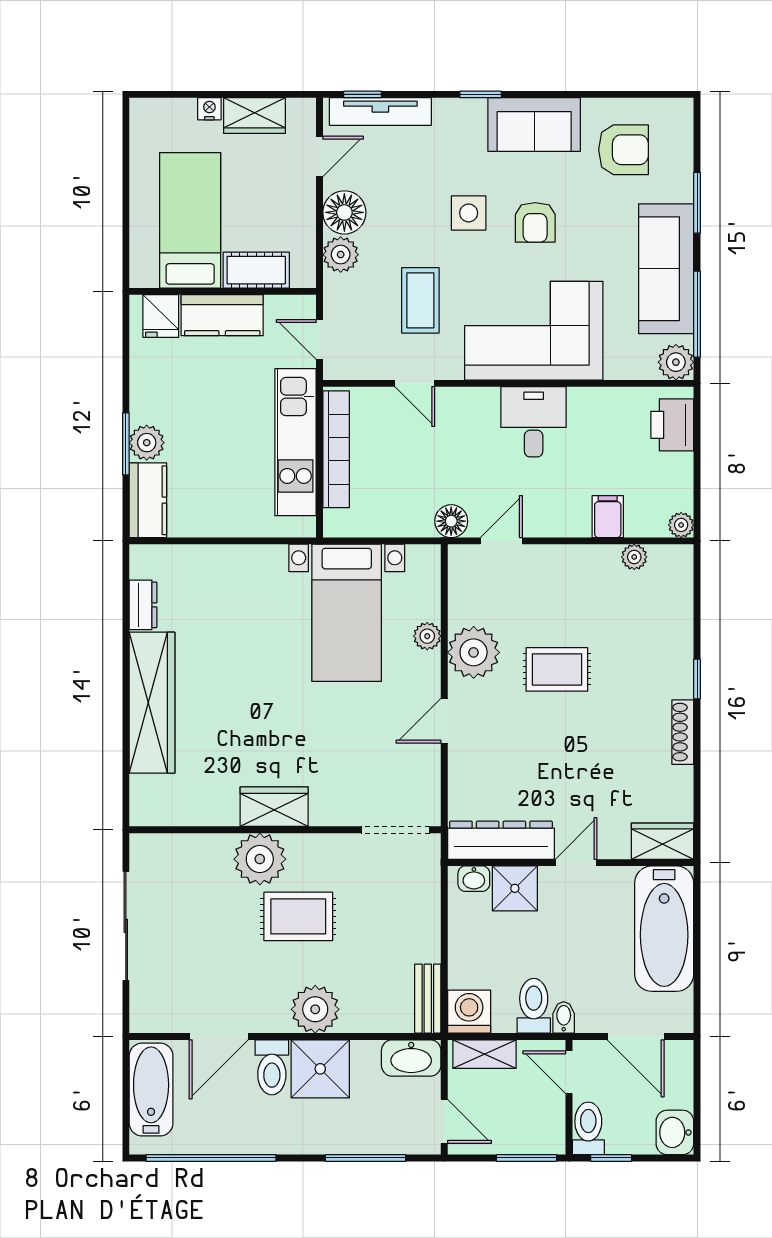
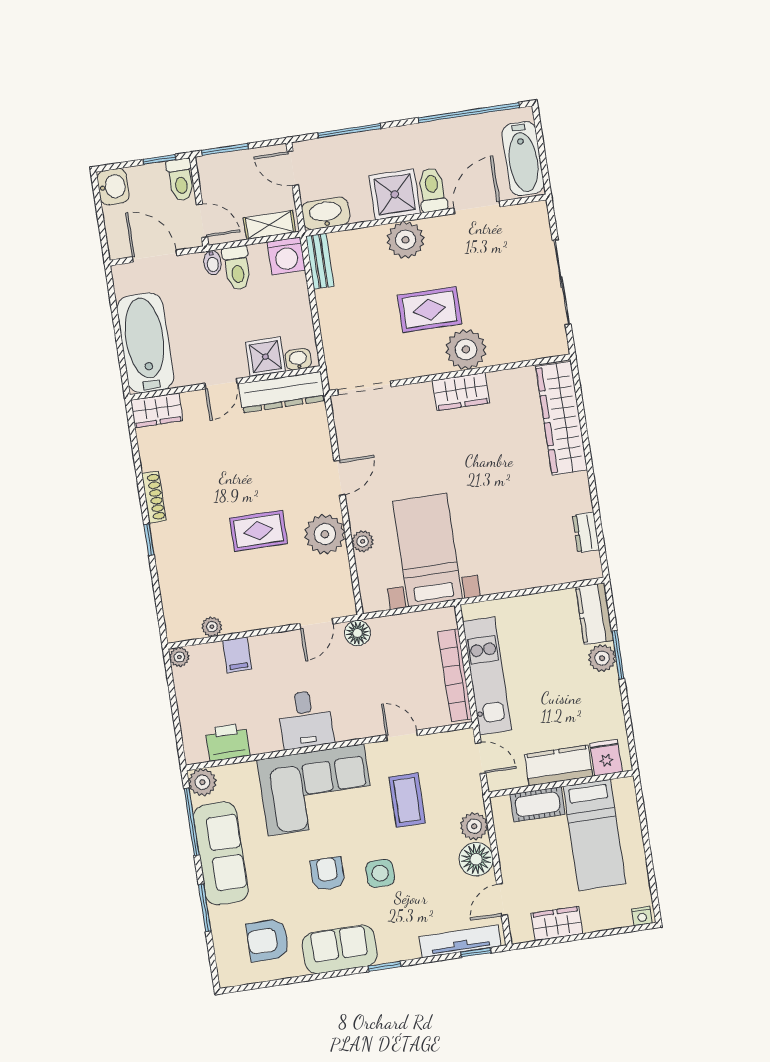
nightstand: (209, 109) -> (642, 916), moved
printer: (672, 425) -> (228, 742), moved, turned -90
wardrobe: (152, 703) -> (562, 418), moved

